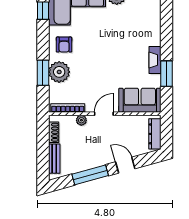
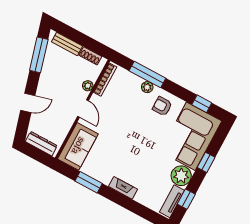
fireplace: (155, 60) -> (123, 188), moved
plant: (59, 72) -> (147, 87), width x0.53, depth x0.53
window: (43, 73) -> (147, 75), width x1.44
window: (90, 175) -> (39, 55), moved

